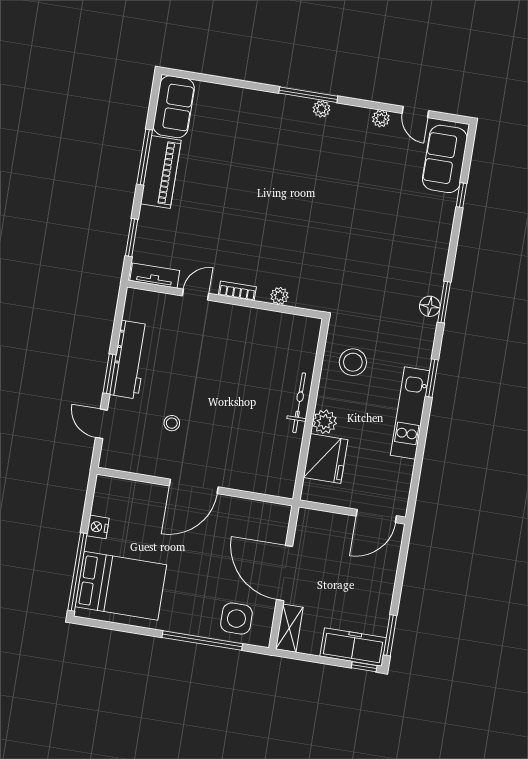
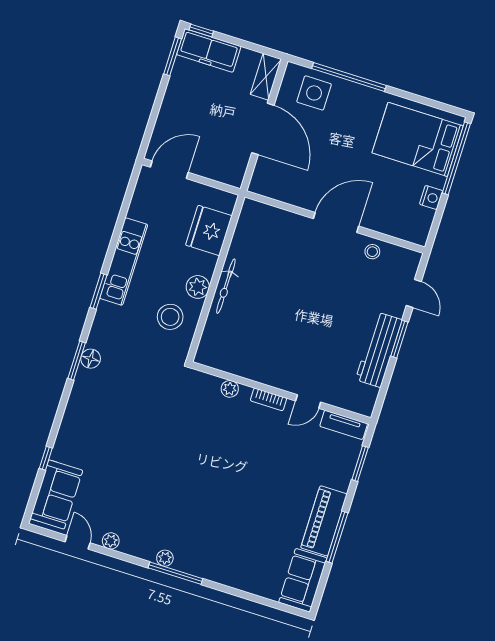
plant: (325, 422) -> (198, 287), moved
stool: (172, 423) -> (372, 252), moved

